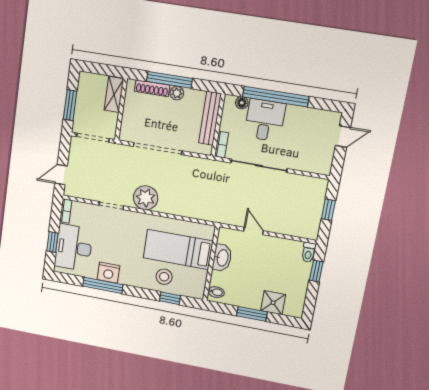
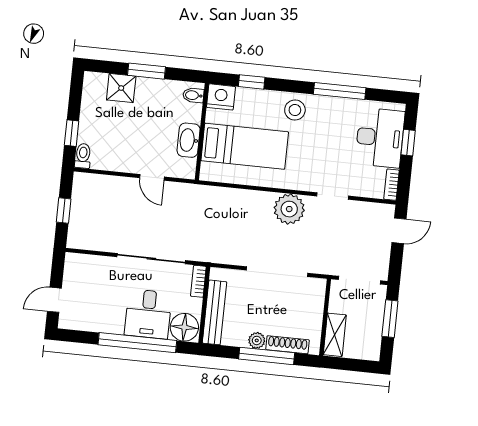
floor lamp: (242, 103) -> (184, 327), width x1.89, depth x1.89
nightstand: (108, 273) -> (221, 97), moved
stool: (164, 277) -> (295, 110), moved

